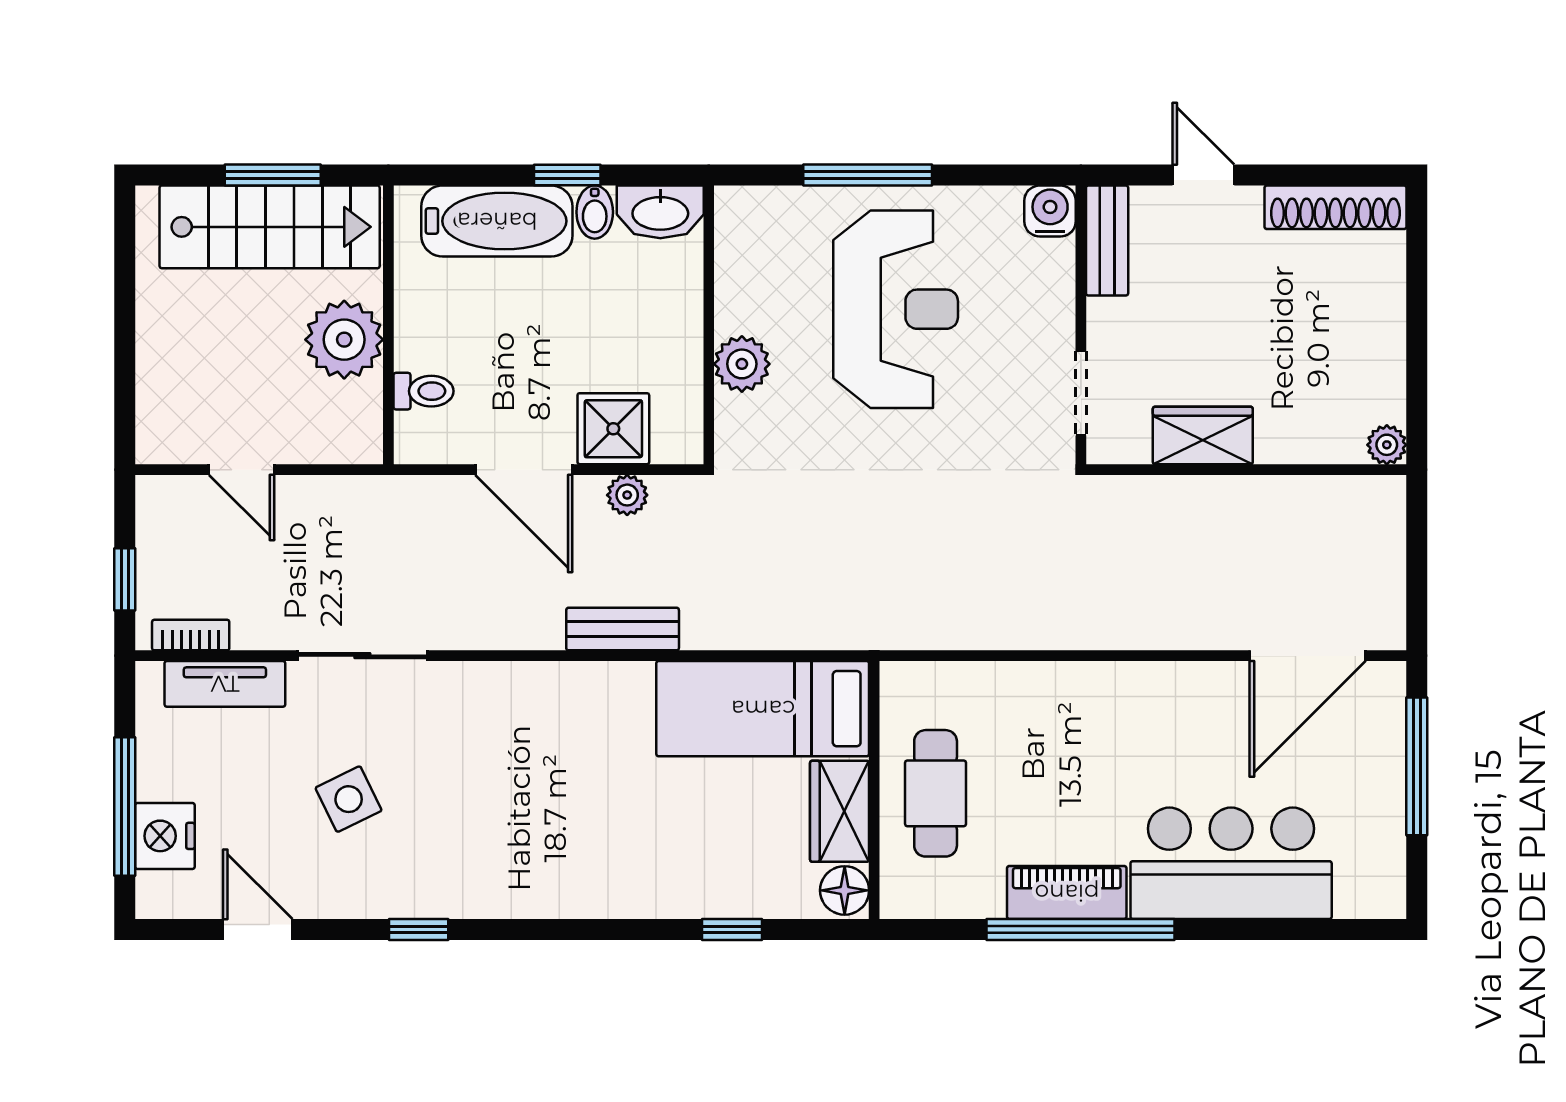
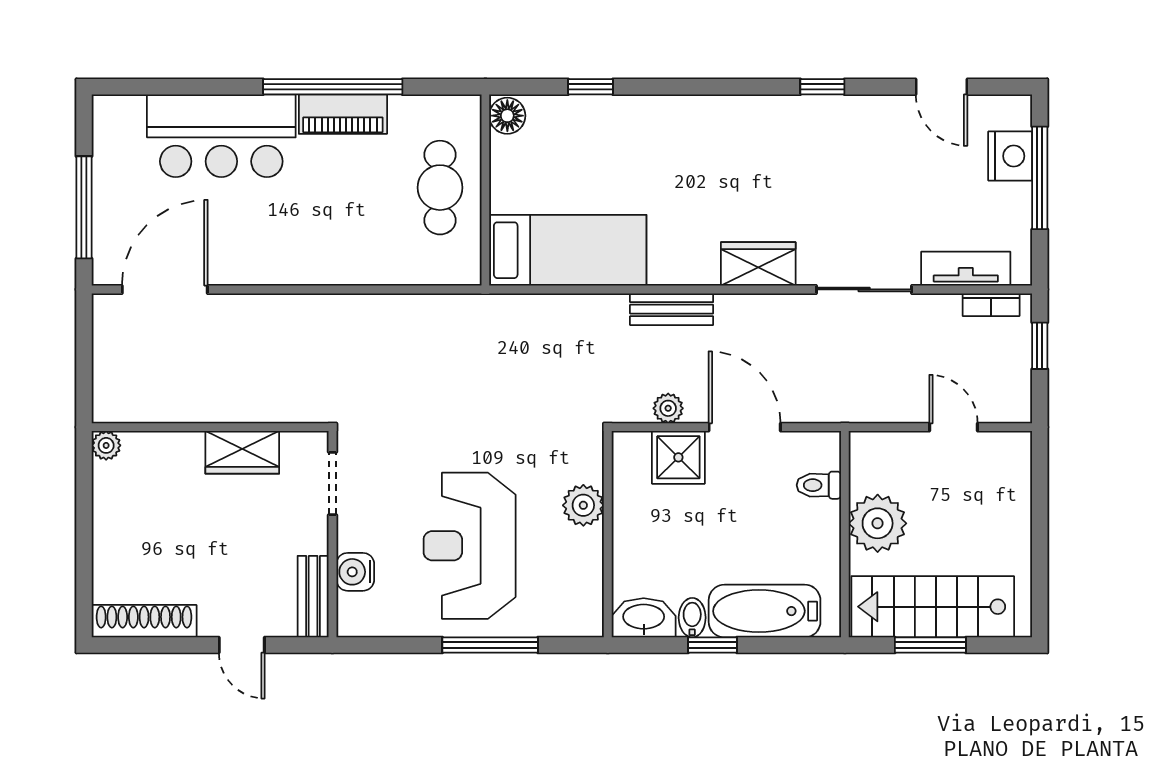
water cooler: (1050, 211) -> (355, 572), moved, turned 90
side table: (349, 799) -> (874, 183), removed
wardrobe: (840, 811) -> (758, 264), moved, turned -90

